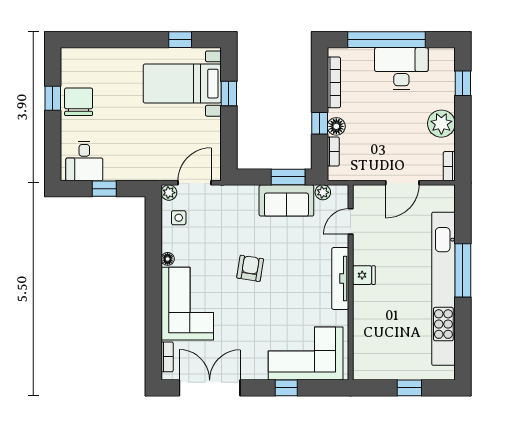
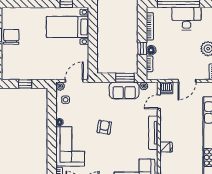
window: (229, 94) -> (93, 32), removed
desk: (84, 161) -> (14, 69), removed
dishwasher: (364, 196) -> (166, 88), added
fridge: (364, 275) -> (166, 147), moved

